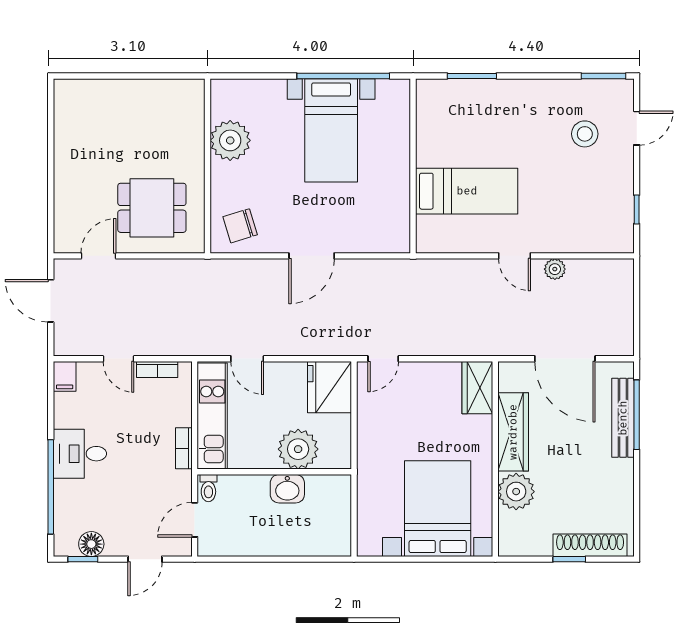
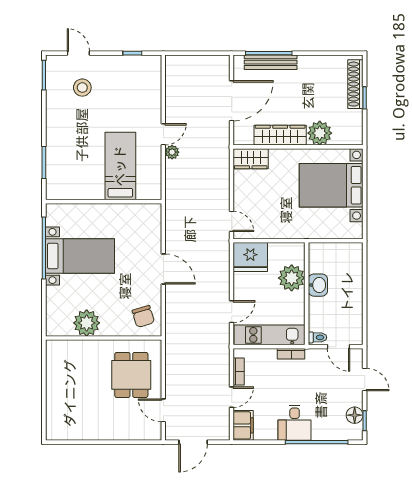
plant: (555, 269) -> (172, 152), moved
filing cabinet: (65, 376) -> (243, 425), width x2.00

